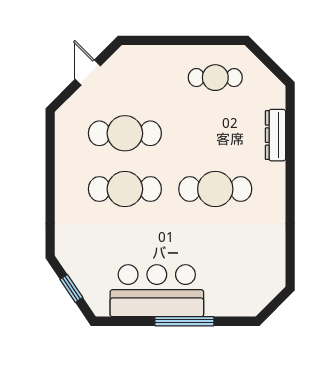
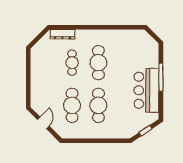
door: (88, 73) -> (43, 123), swing flipped
cafe table: (215, 78) -> (72, 63), moved
dresser: (275, 135) -> (62, 34), moved

